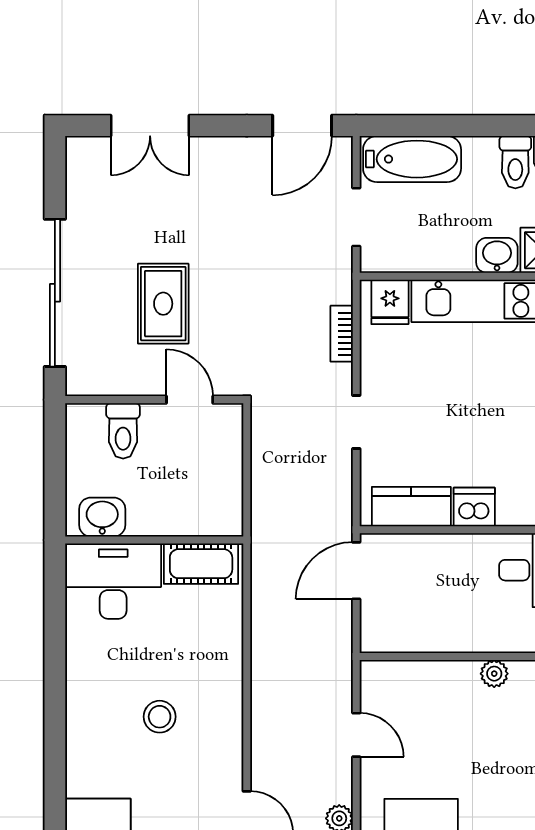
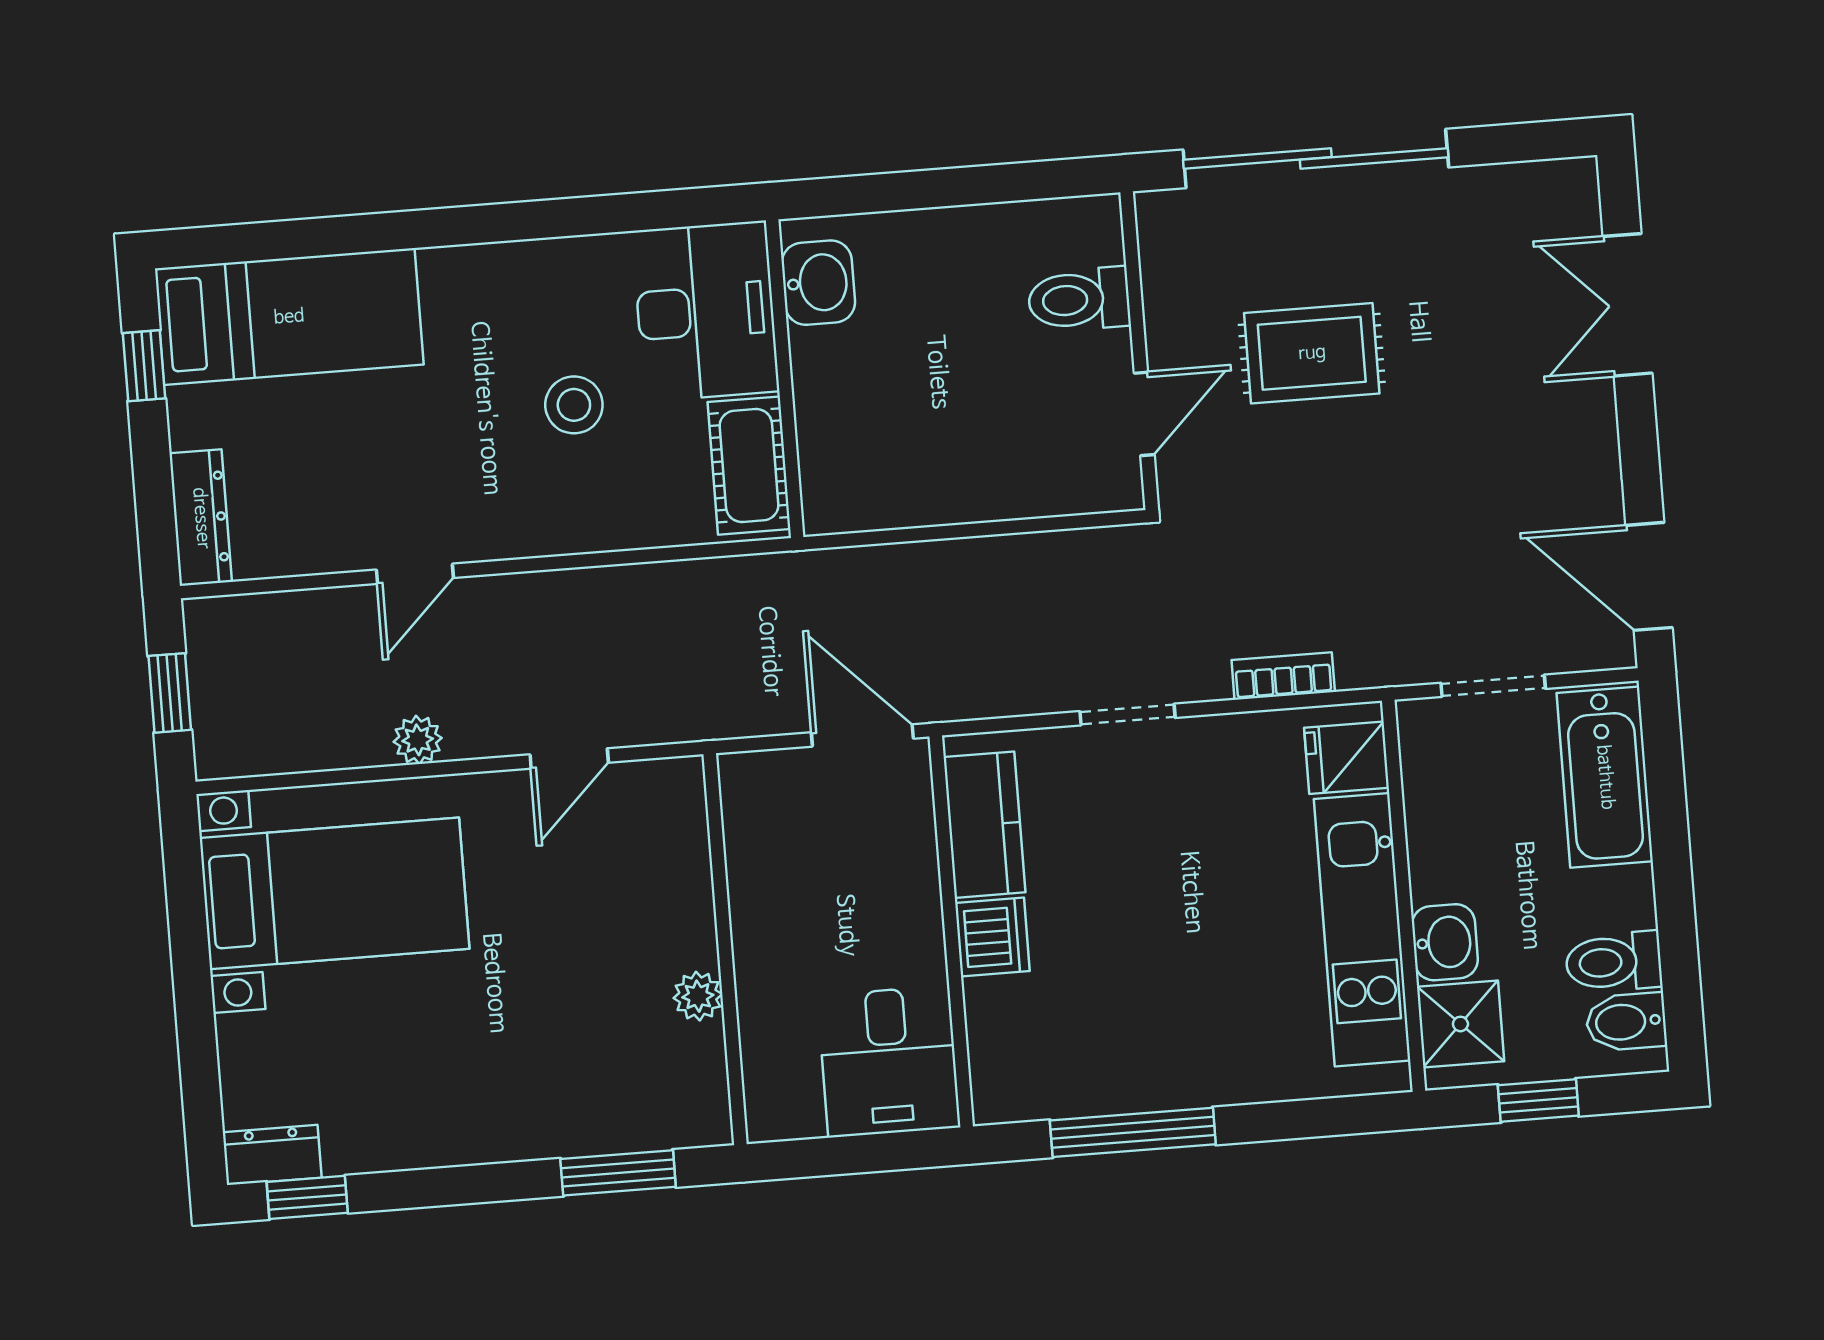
washbasin: (102, 517) -> (818, 283), moved
wall: (154, 540) -> (785, 379), moved
cot: (201, 564) -> (749, 466), moved
desk: (113, 581) -> (706, 311), moved

